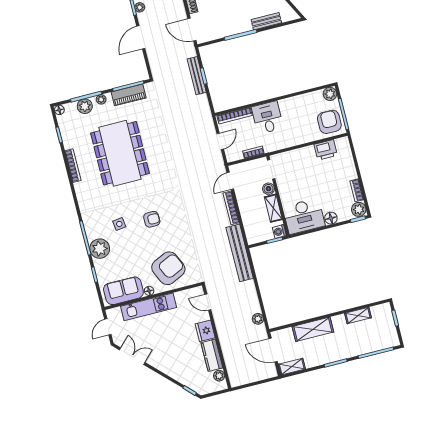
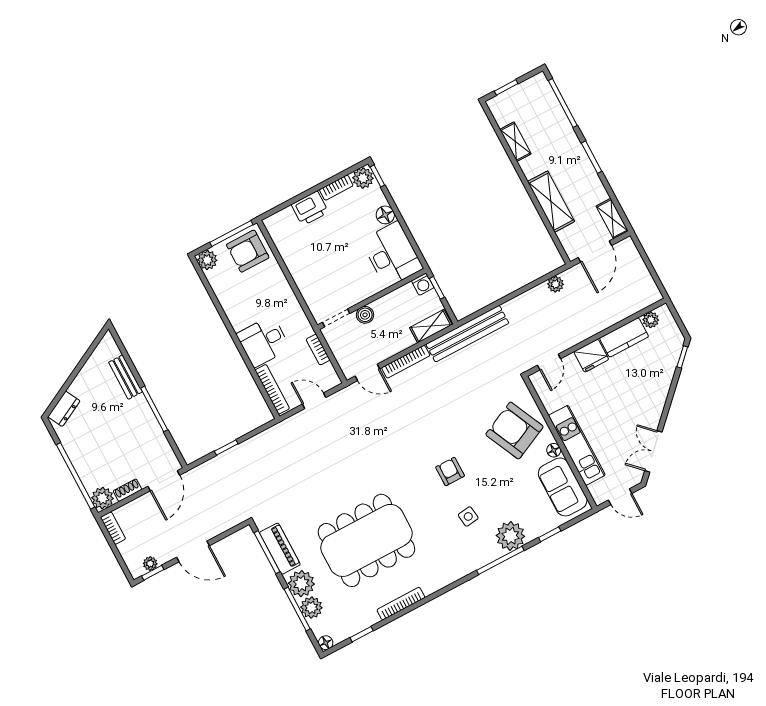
bench: (197, 76) -> (228, 458), removed
plant: (101, 99) -> (301, 584), width x1.87, depth x1.87
printer: (326, 150) -> (310, 208), moved, turned 90
shelving: (273, 208) -> (431, 326), moved

